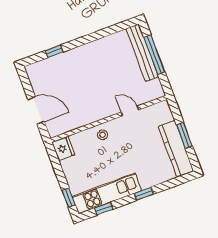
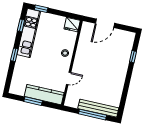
kitchen counter: (176, 149) -> (44, 95), moved

